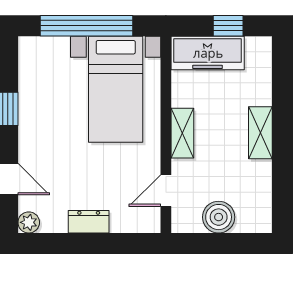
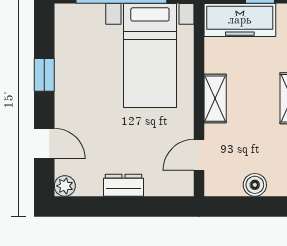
boiler: (219, 217) -> (255, 185), width x0.73, depth x0.73

